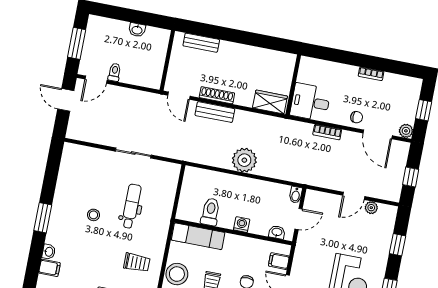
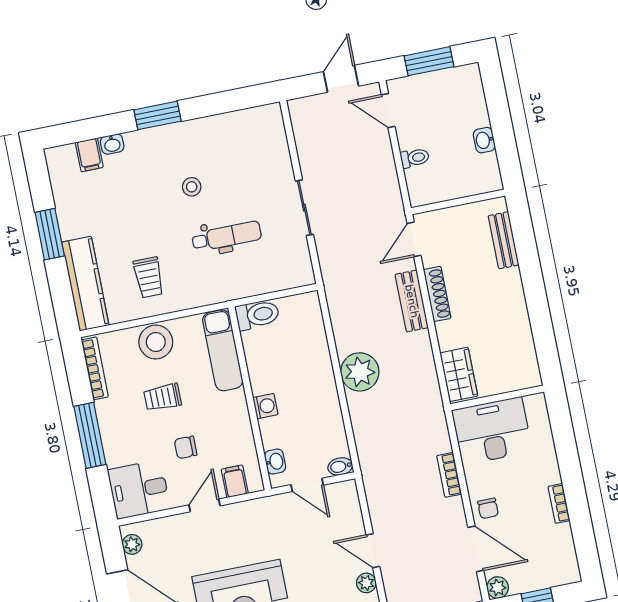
toilet: (114, 72) -> (415, 158), moved
desk: (310, 102) -> (492, 431), width x1.37
door: (378, 134) -> (476, 549), swing flipped
toilet: (210, 212) -> (257, 315), moved

